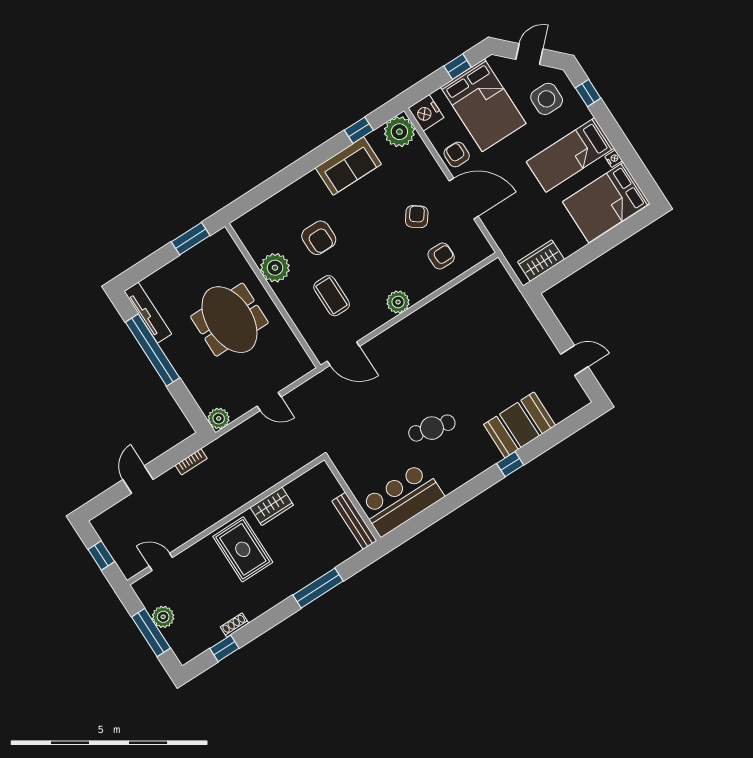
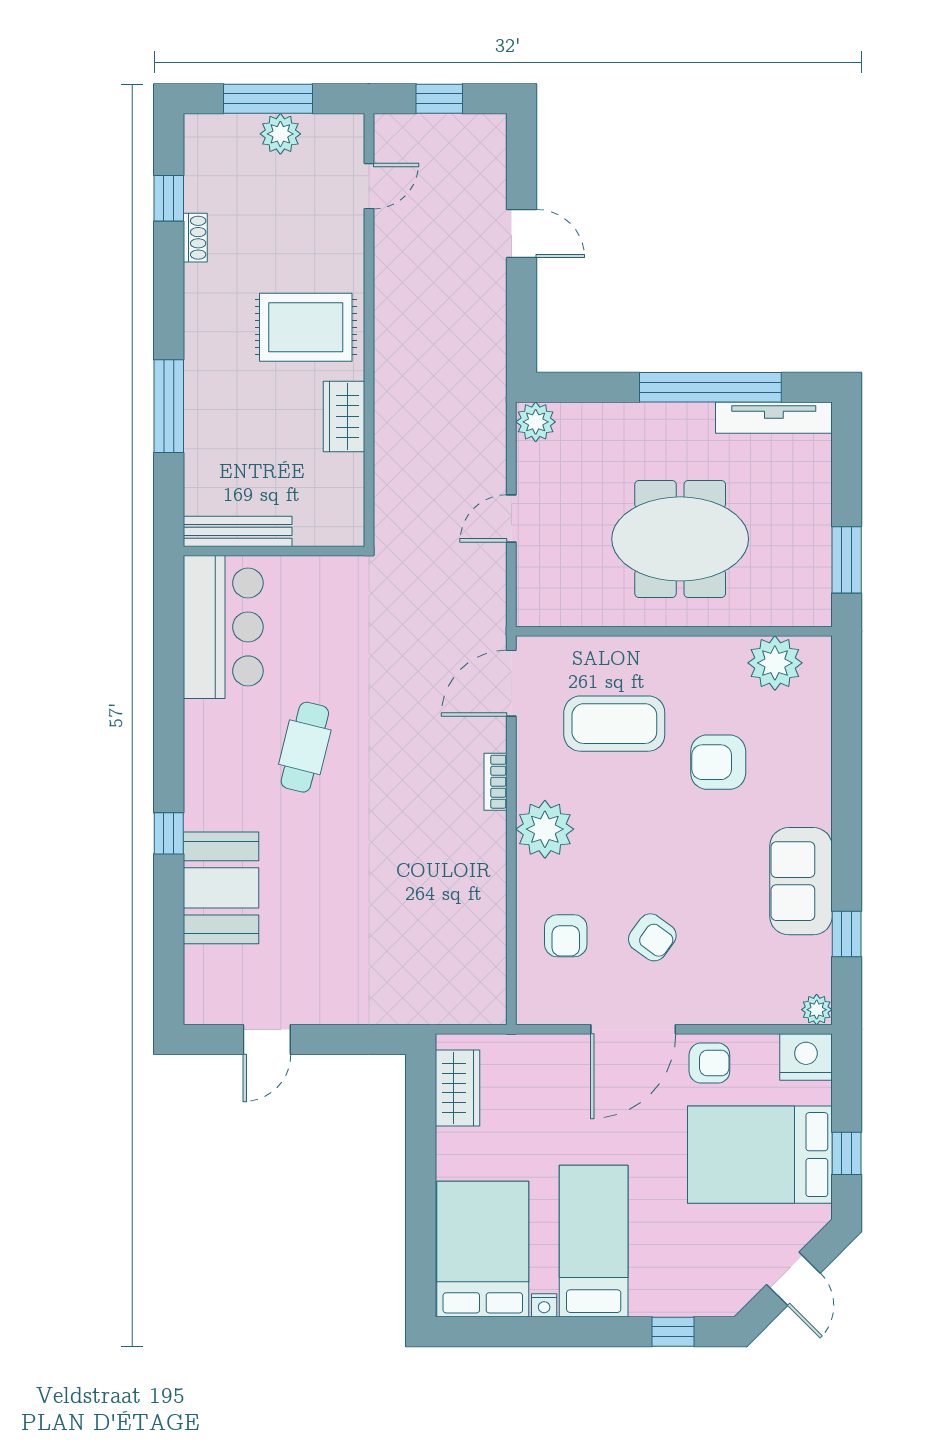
side table: (547, 99) -> (706, 1260), removed
plant: (399, 132) -> (817, 1010), width x0.53, depth x0.53
plant: (275, 268) -> (775, 663), moved
coffee table: (332, 296) -> (614, 724), width x1.36, depth x1.32
plant: (398, 302) -> (545, 829), width x1.36, depth x1.36
bookcase: (191, 462) -> (496, 782), moved

